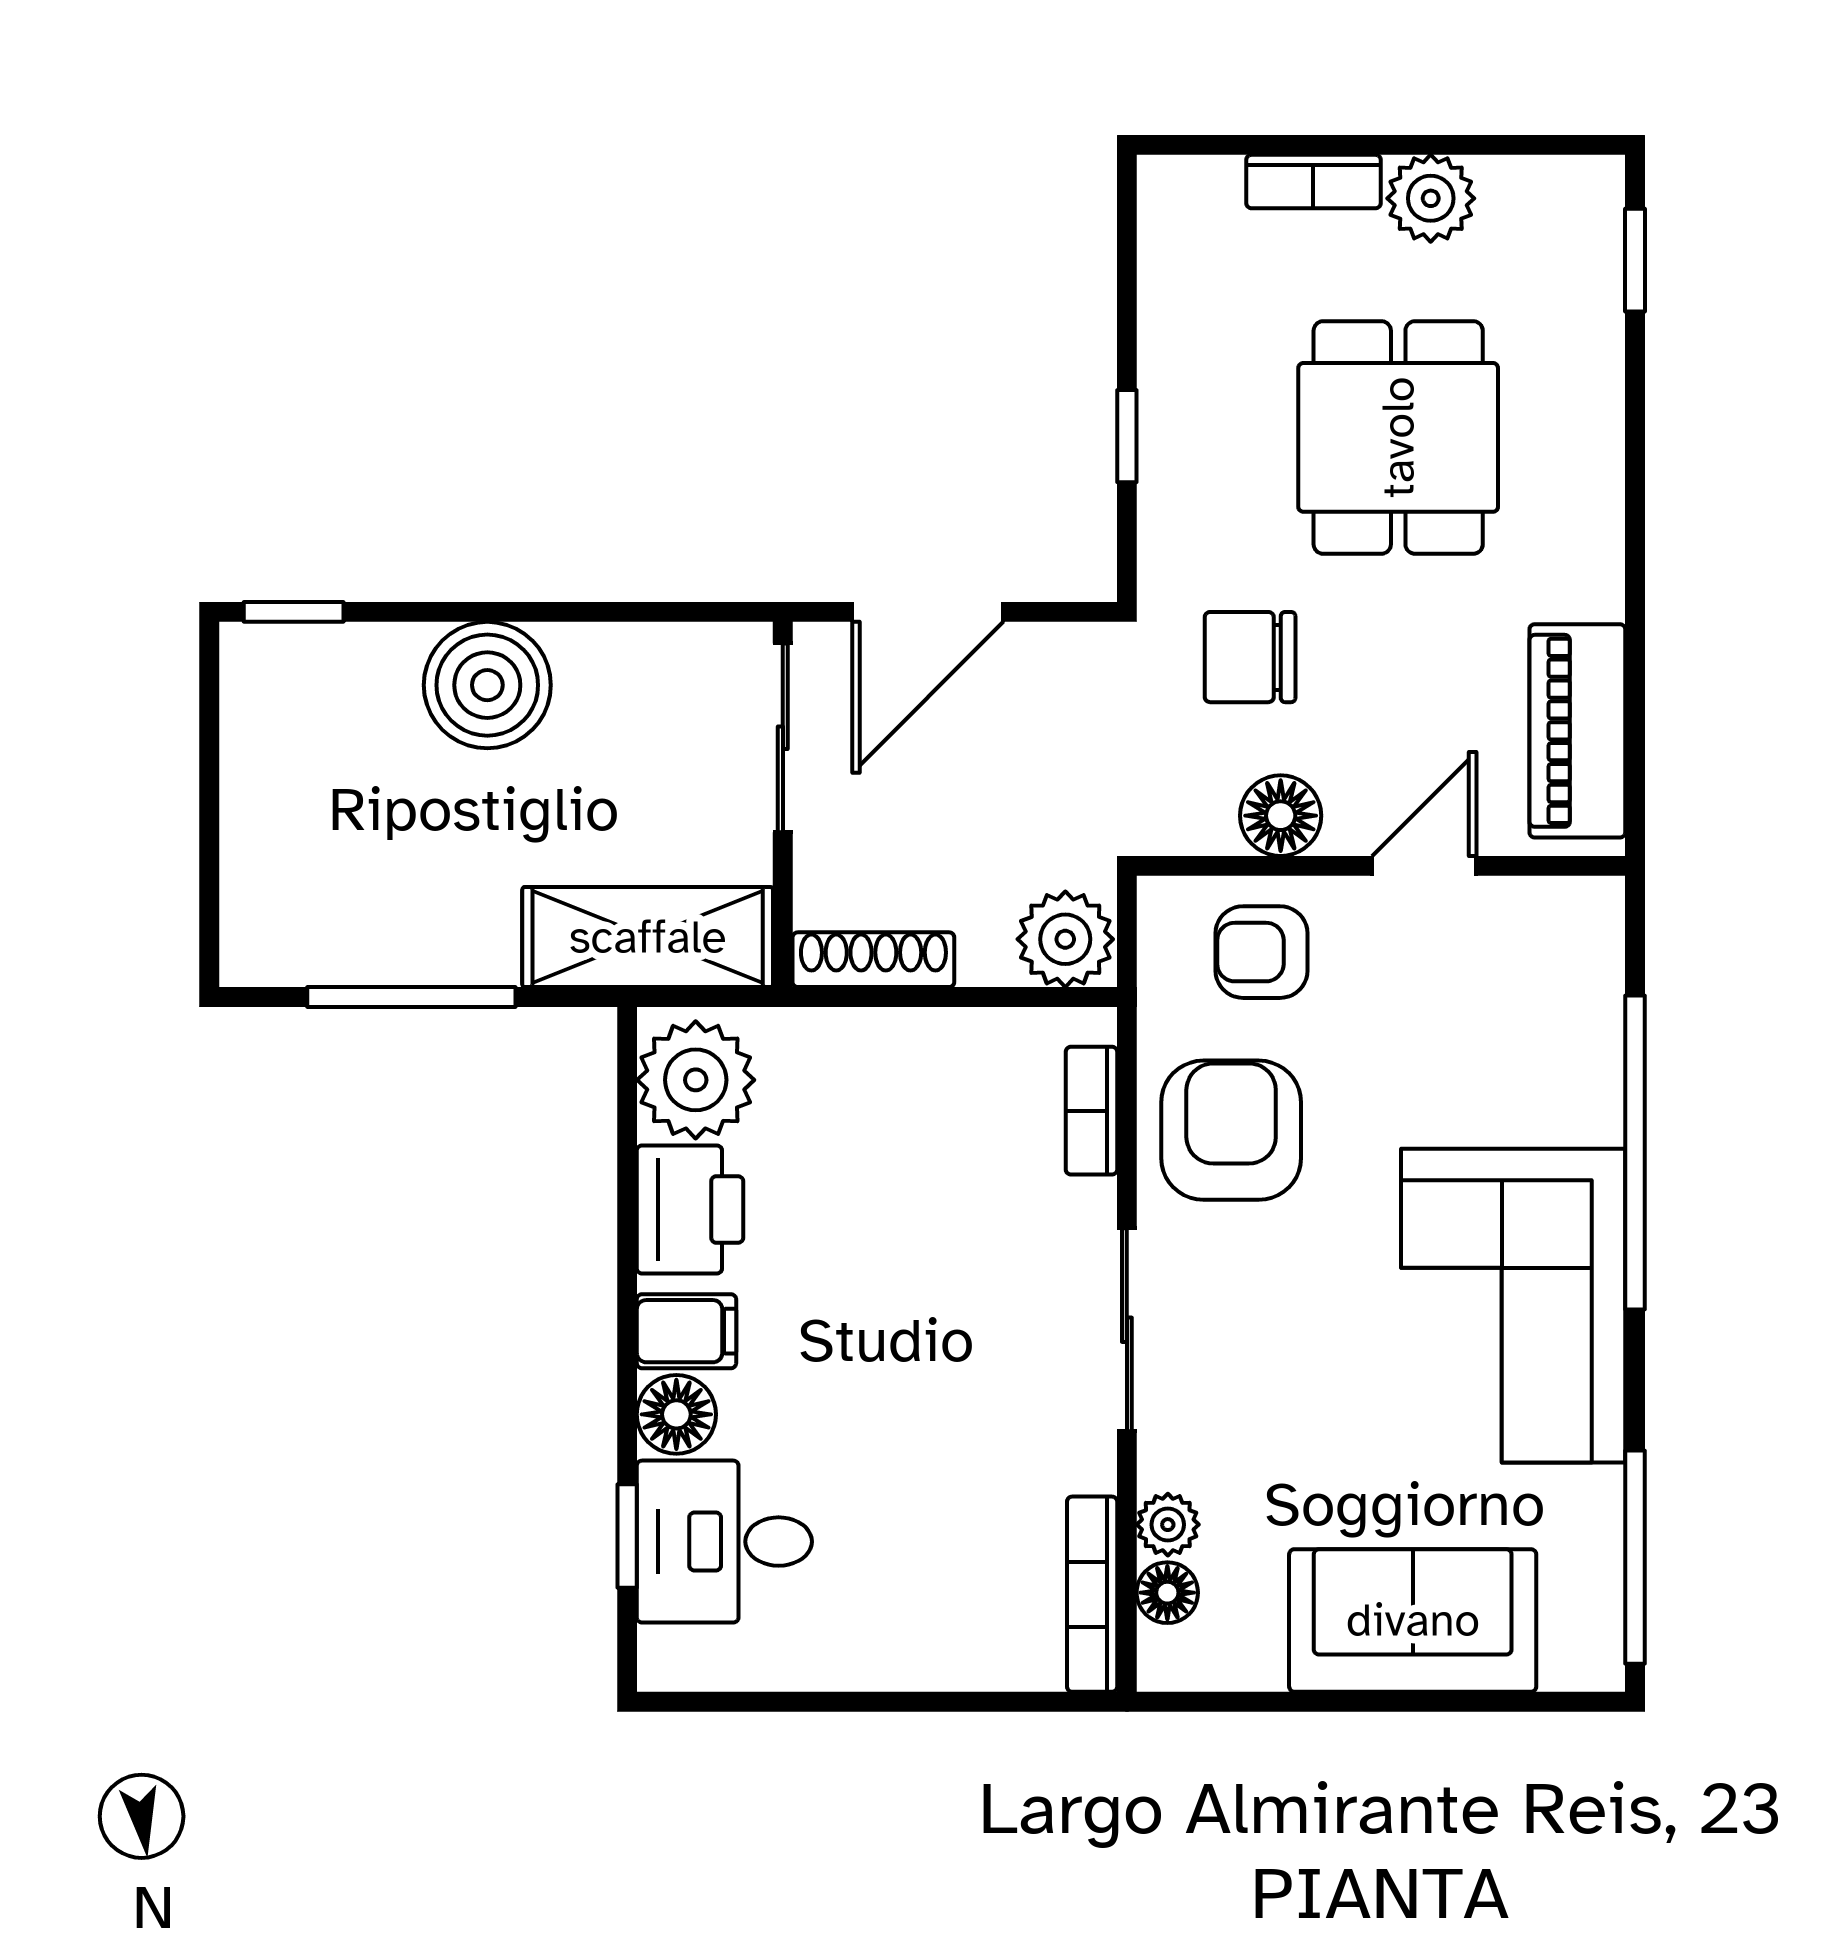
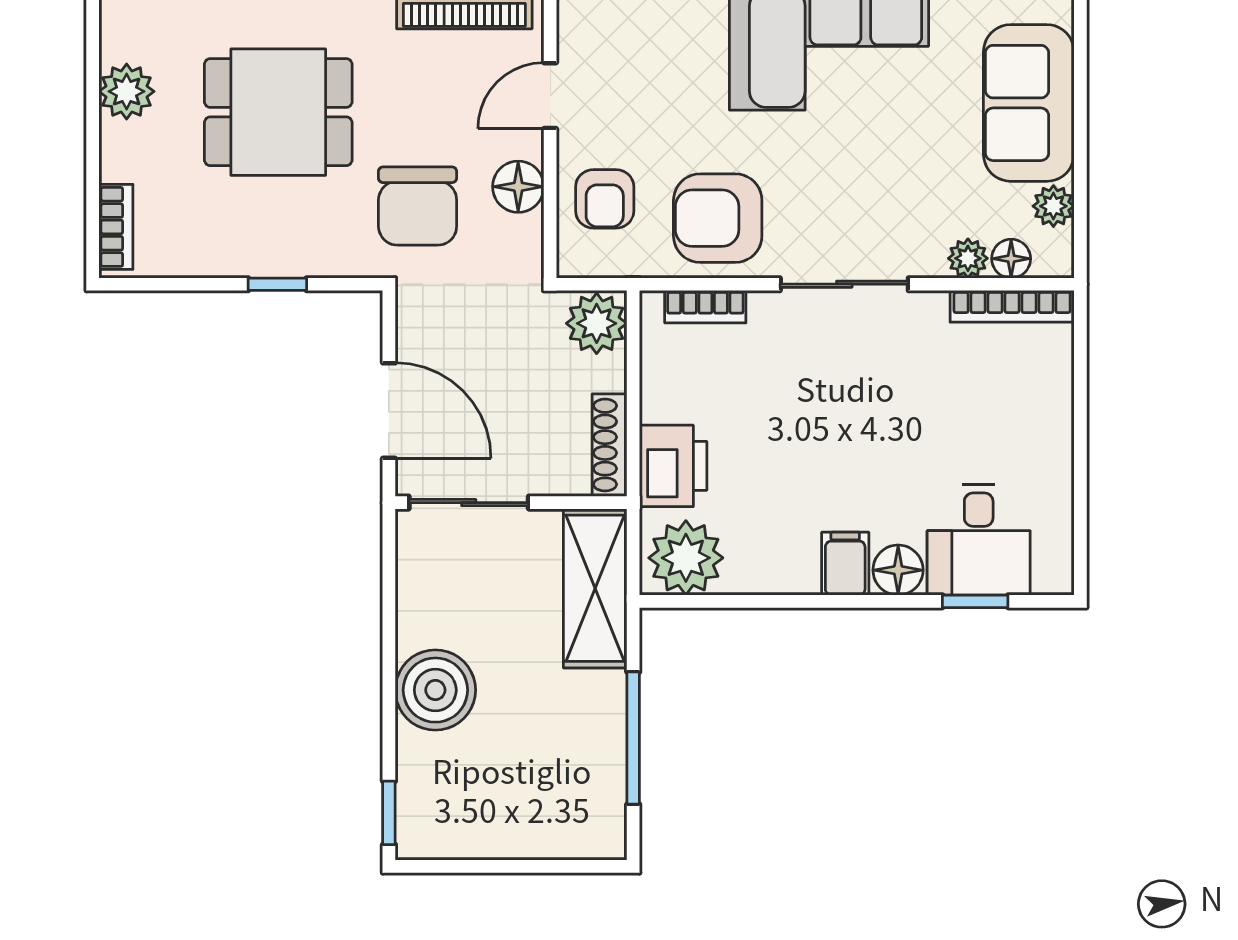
bookcase: (1313, 182) -> (116, 227), moved
chair: (1250, 657) -> (418, 206), width x1.37, depth x1.37
door: (1424, 866) -> (550, 96), hinge flipped
printer: (690, 1209) -> (673, 466), moved, turned 90
plant: (1250, 1659) -> (1053, 206), added

